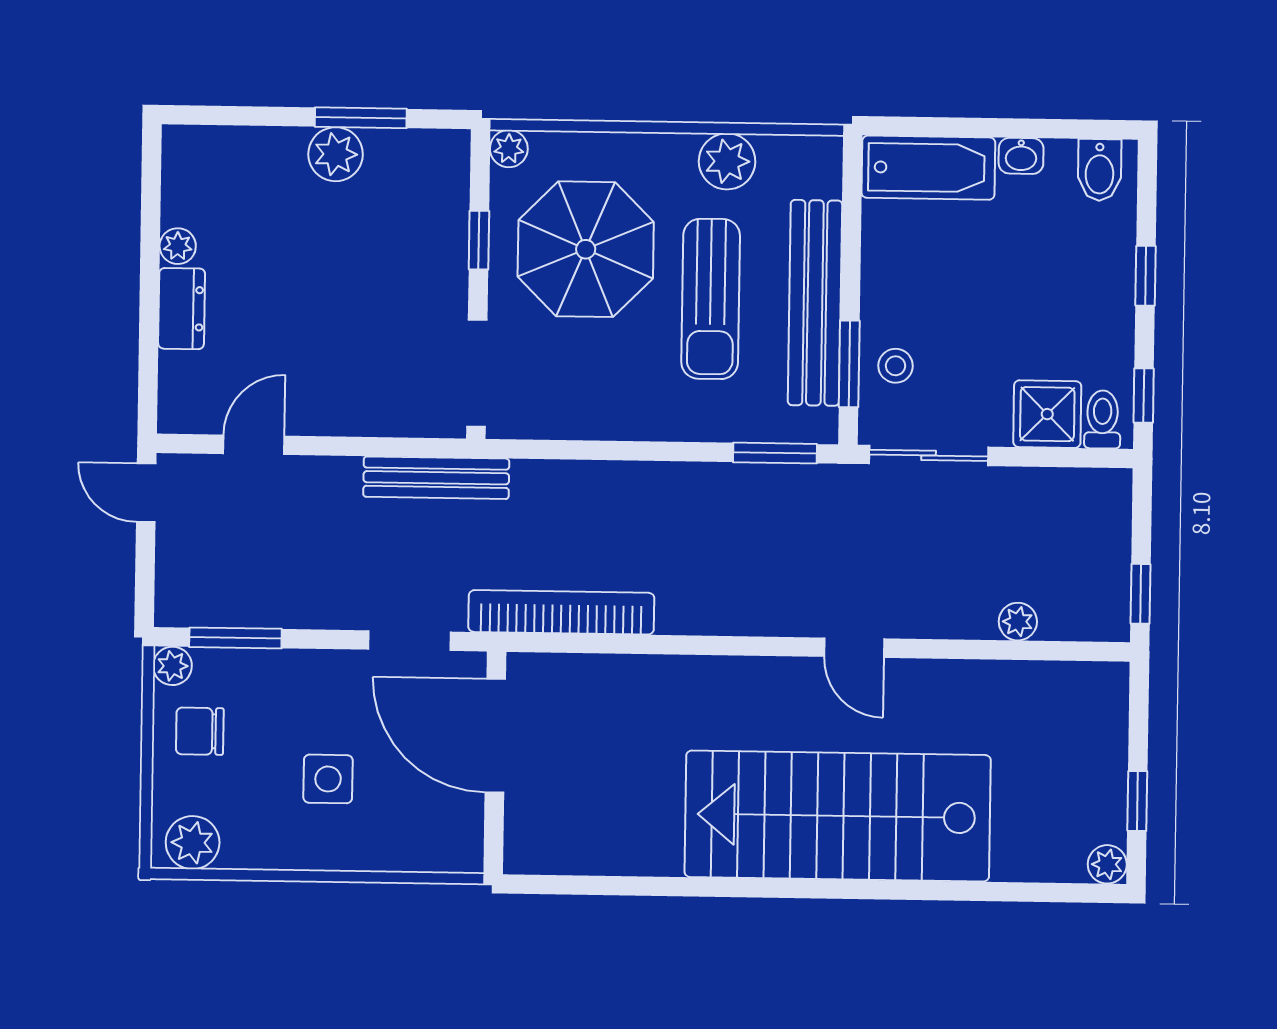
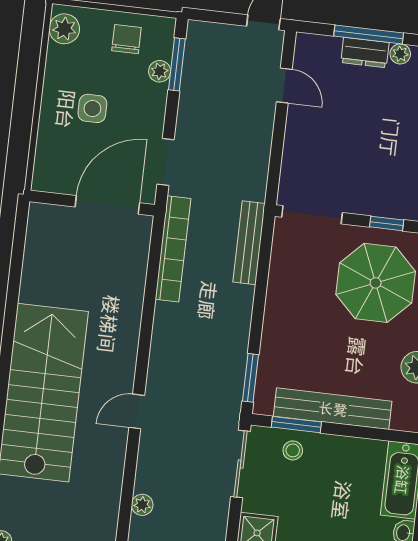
sun lounger: (711, 299) -> (341, 350), removed
window: (149, 305) -> (369, 35), added
bench: (436, 478) -> (249, 243), moved
plant: (172, 666) -> (160, 71), moved

